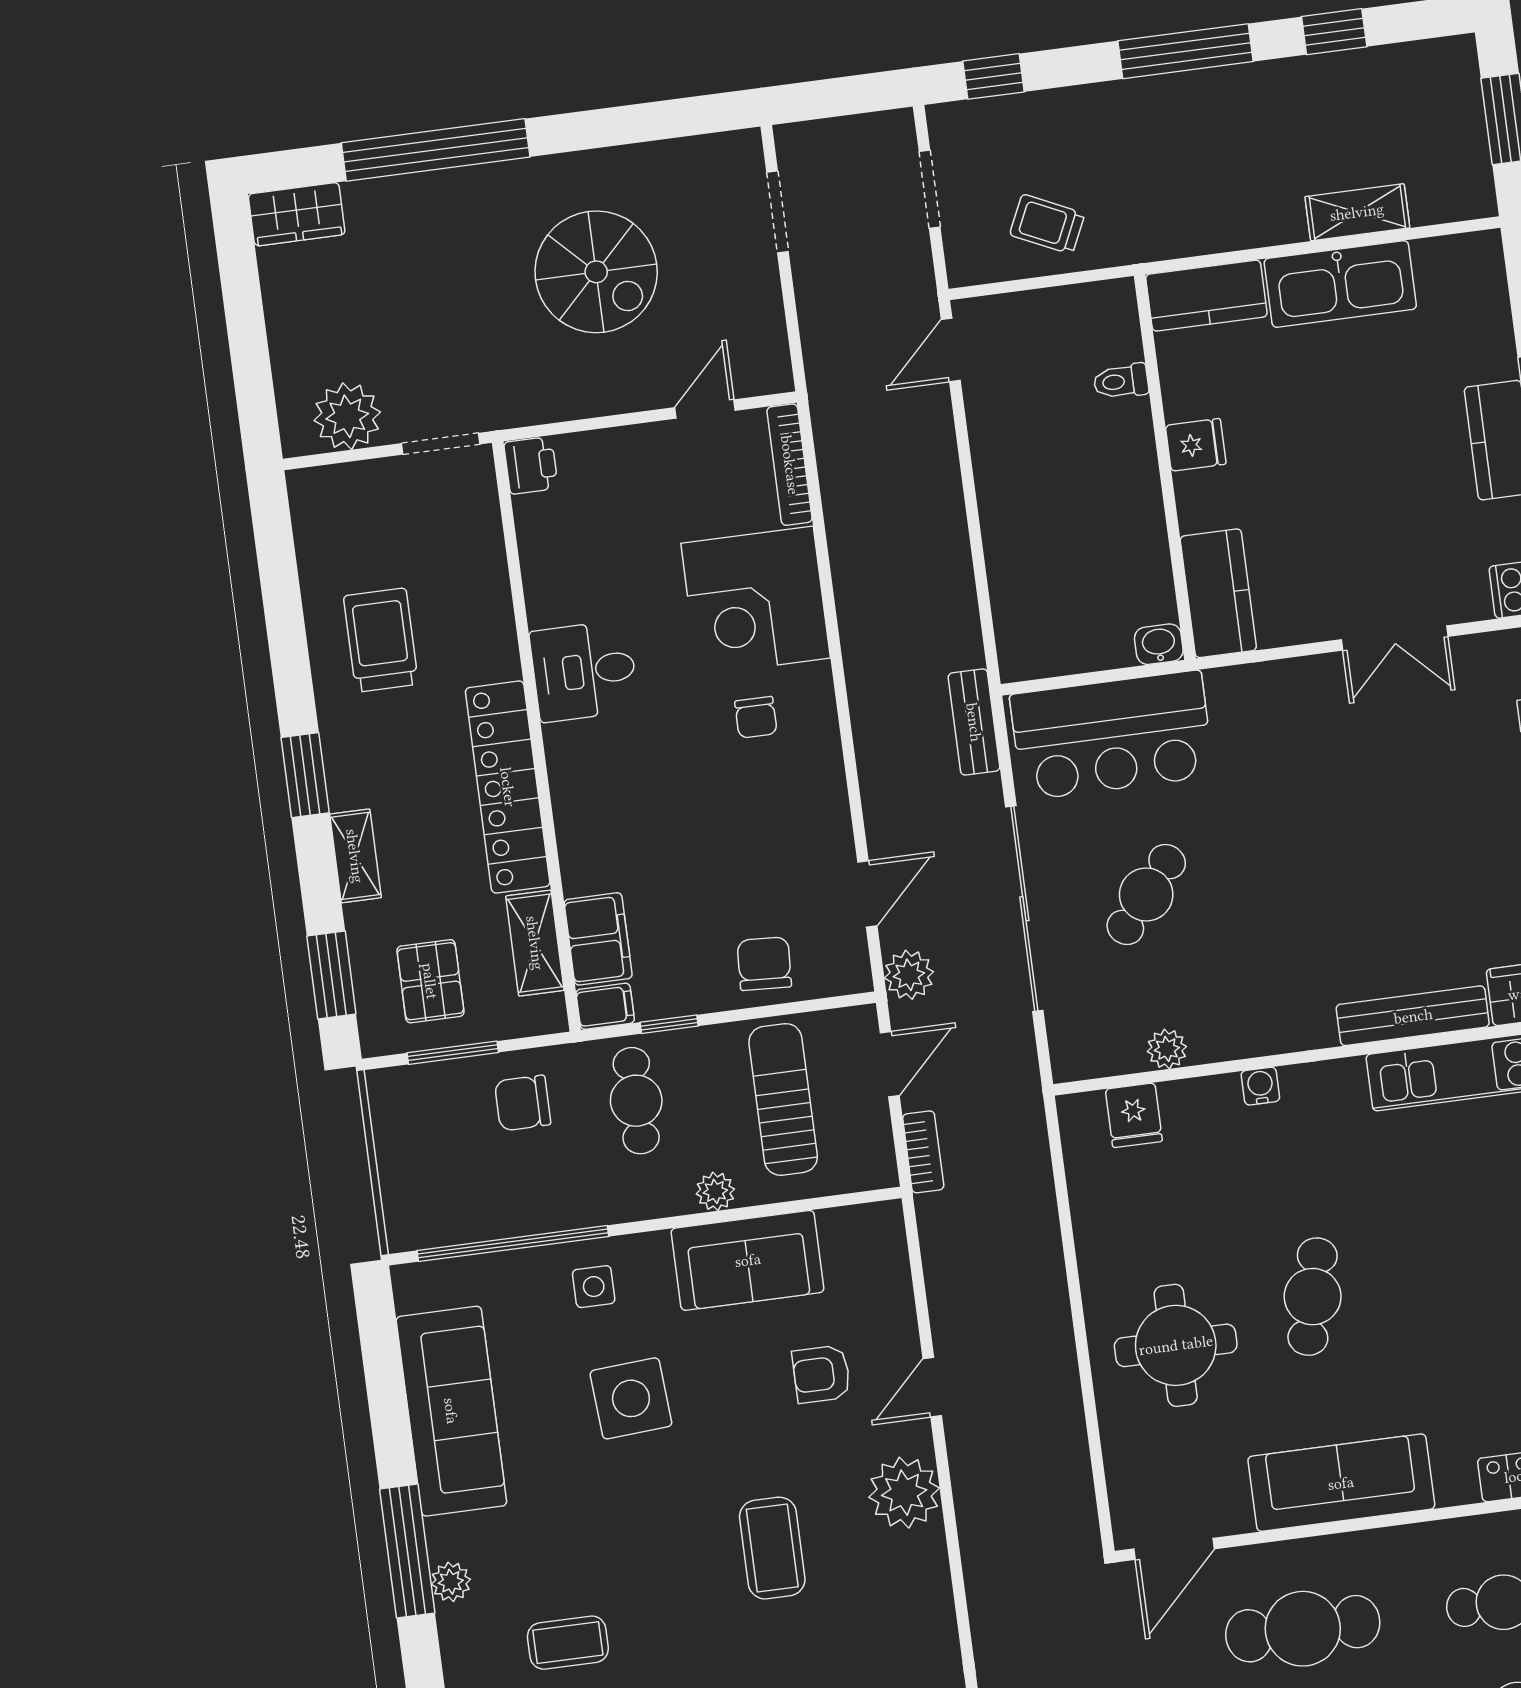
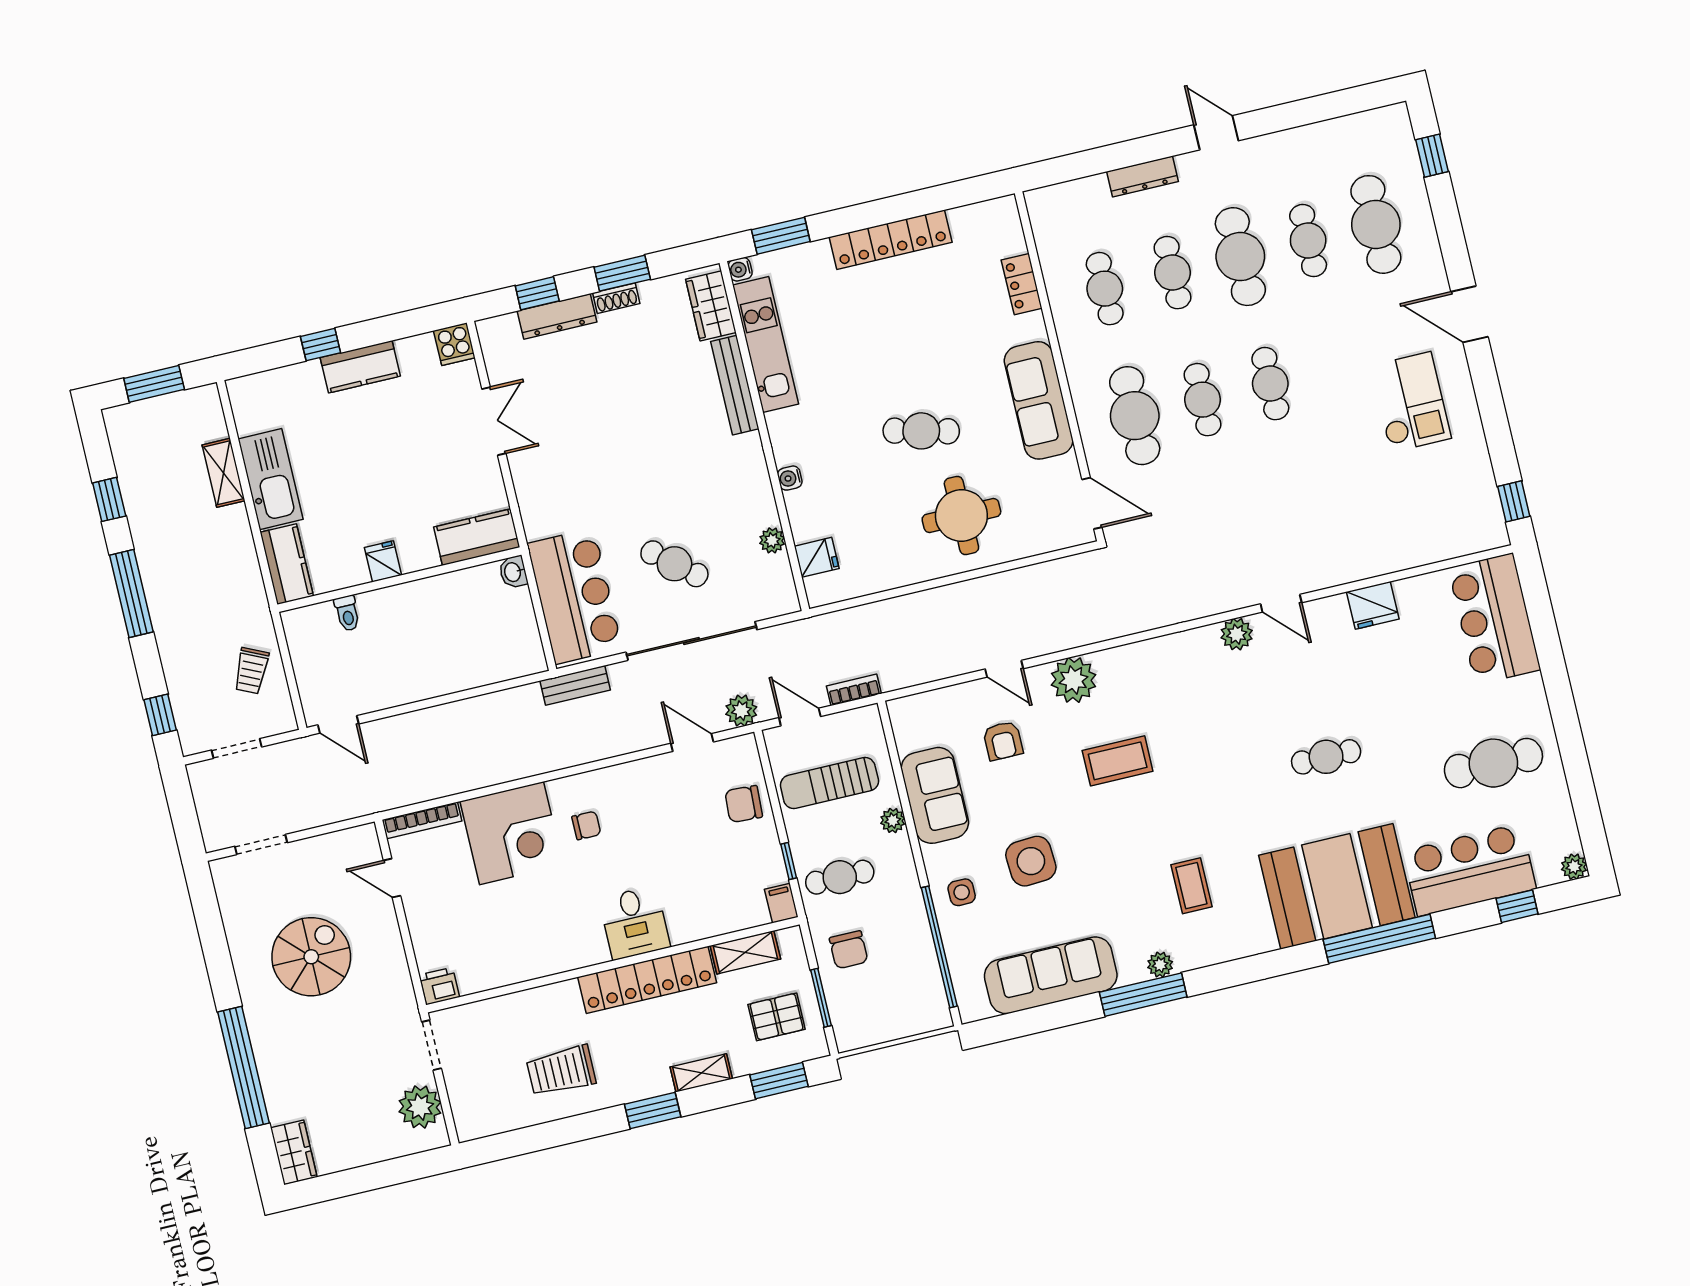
desk: (584, 671) -> (635, 923), moved
filing cabinet: (598, 939) -> (739, 912), removed

